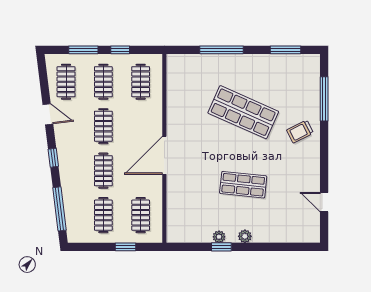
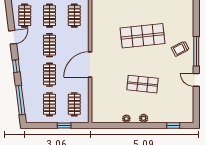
window: (324, 99) -> (196, 51), moved
shop shelf: (243, 112) -> (142, 36), turned -30
door: (48, 114) -> (13, 37), hinge flipped
door: (324, 202) -> (196, 80), moved
window: (221, 247) -> (173, 125), moved

